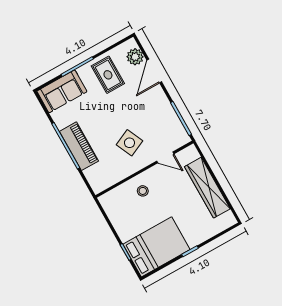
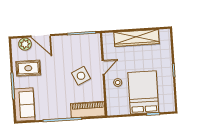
piano: (79, 146) -> (88, 110), moved
door: (165, 157) -> (103, 67), moved
bed: (157, 247) -> (143, 92), moved

